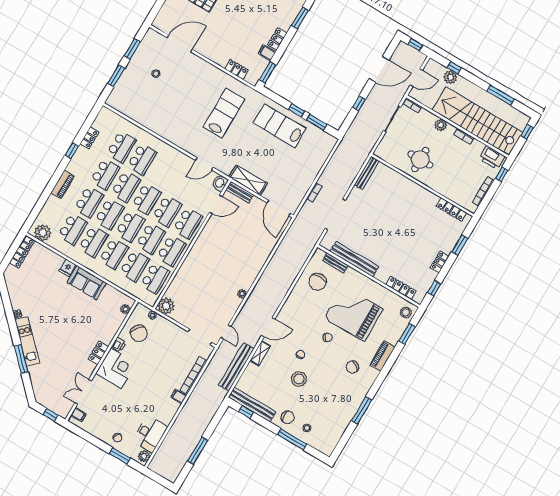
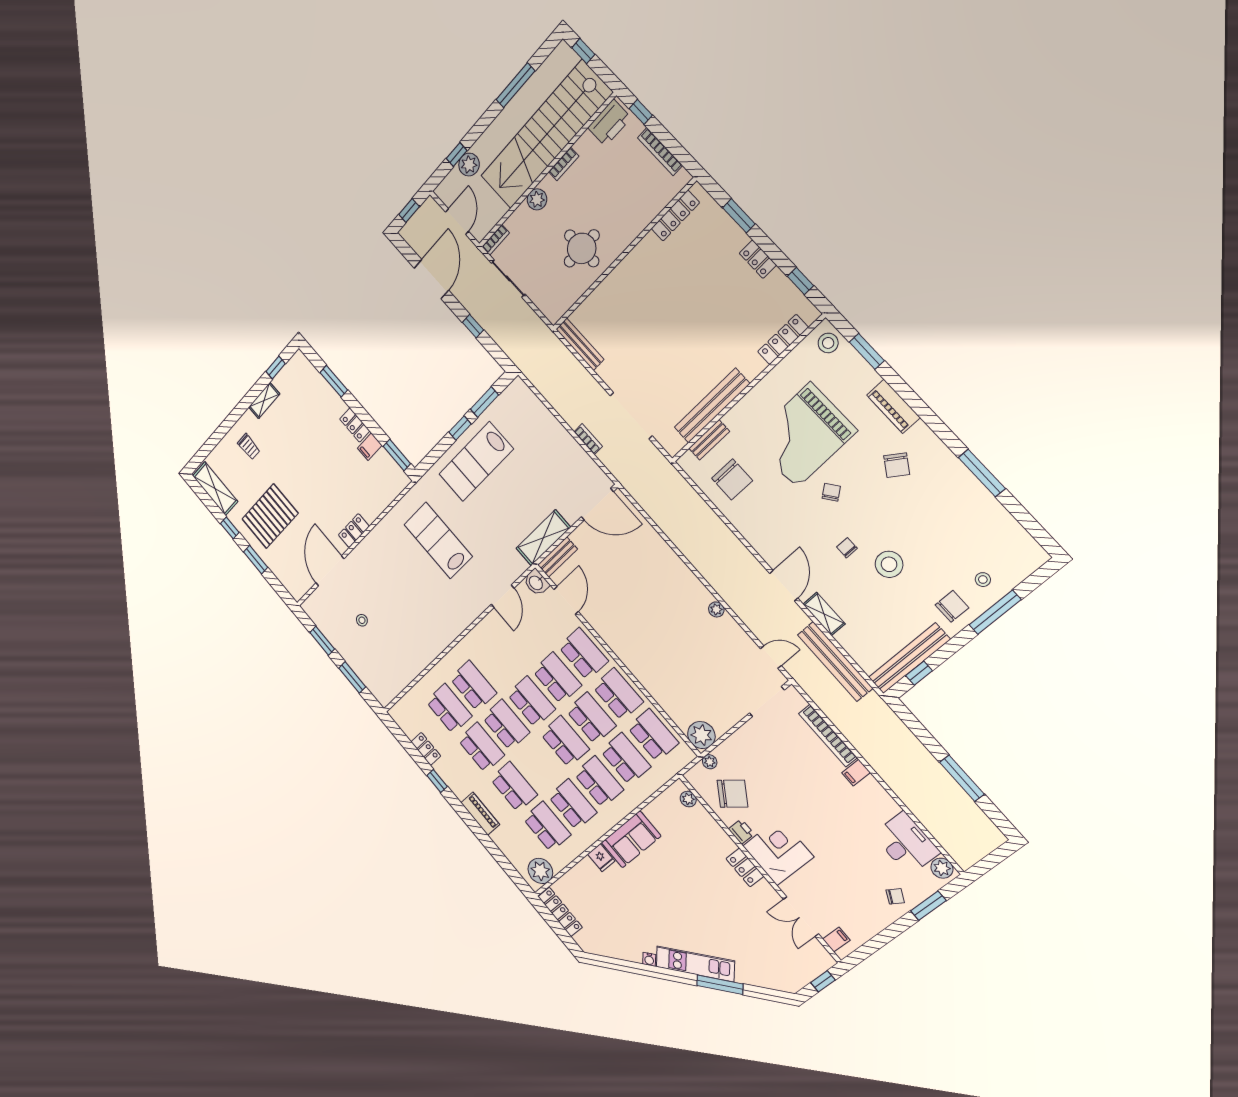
locker: (236, 69) -> (354, 531), moved
school desk: (109, 214) -> (539, 764), removed

